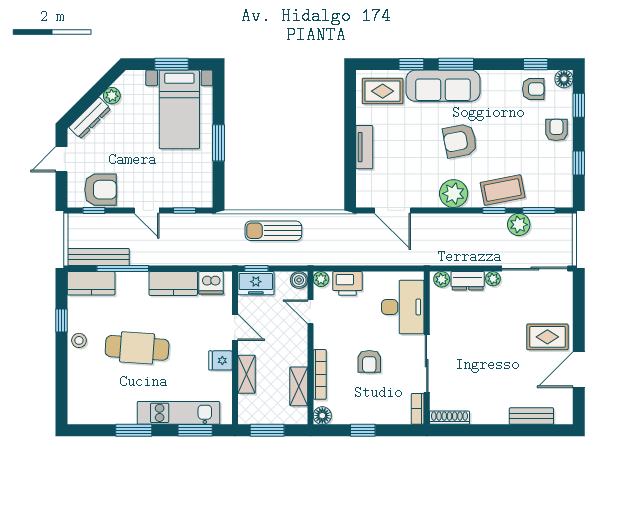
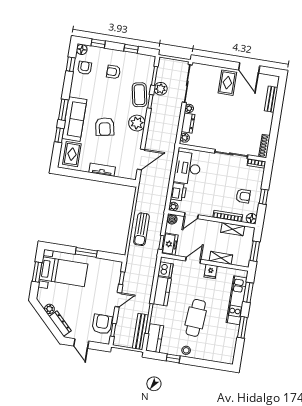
armchair: (556, 130) -> (113, 72), moved
armchair: (460, 141) -> (105, 127), moved
desk: (403, 307) -> (188, 168), moved, turned -90
armchair: (369, 361) -> (243, 196), moved

